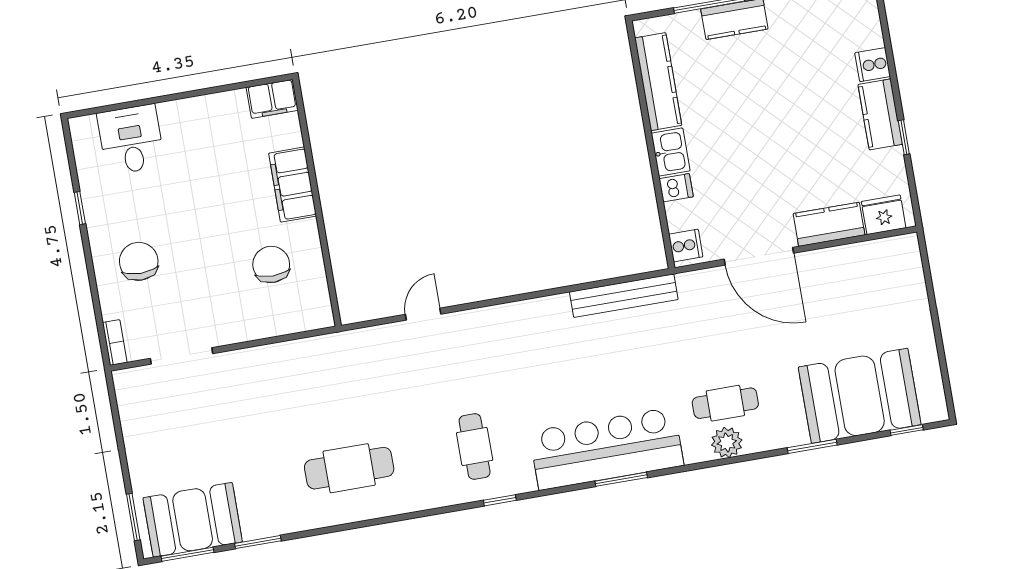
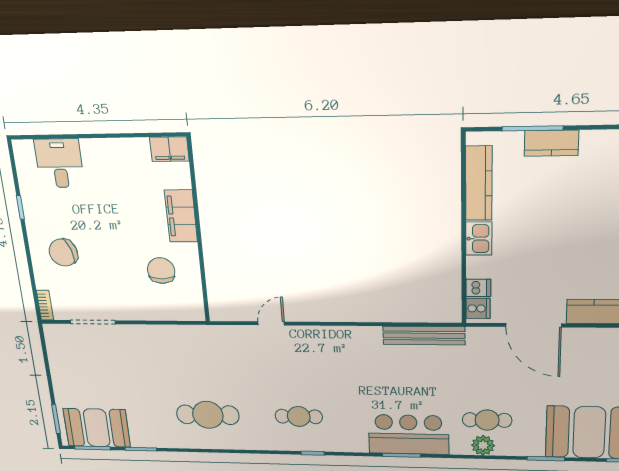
dishwasher: (676, 188) -> (478, 288), moved
chair: (139, 261) -> (63, 252), turned -108
cafe table: (475, 447) -> (299, 416), turned 90
bar counter: (606, 449) -> (409, 434), width x0.73

